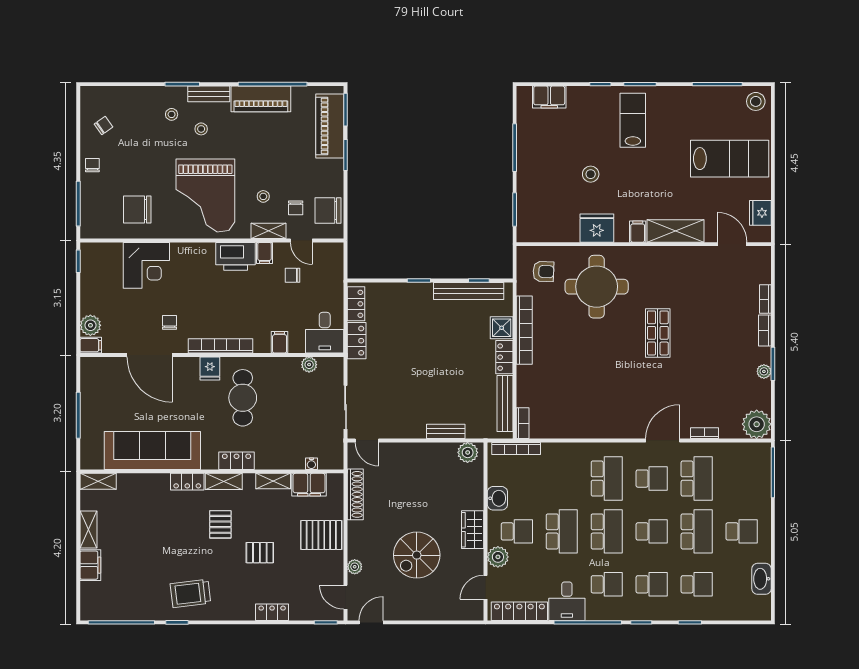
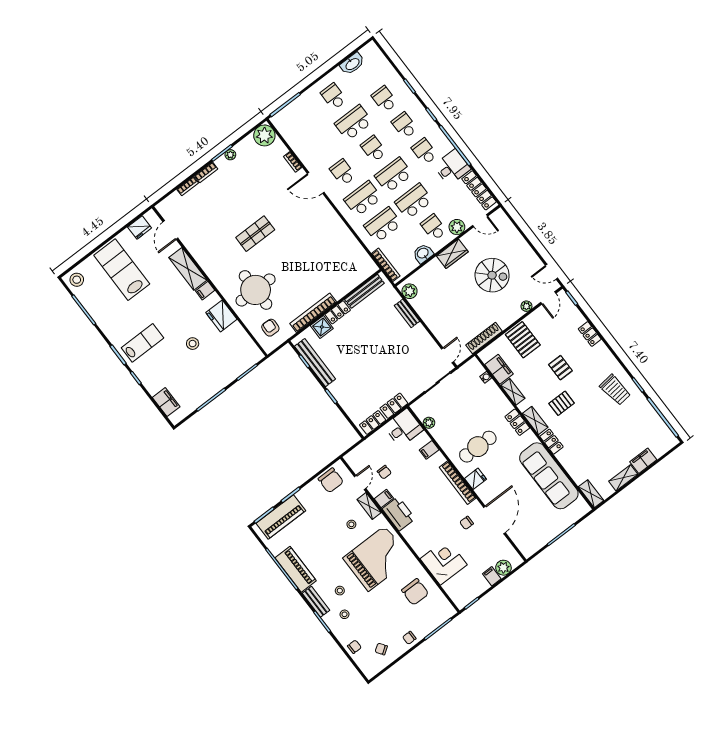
lab bench: (633, 120) -> (143, 343), turned 180
chair: (296, 208) -> (354, 647), moved
filing cabinet: (91, 345) -> (492, 576), moved
bookcase: (523, 423) -> (368, 272), removed
school desk: (697, 479) -> (383, 225), moved

